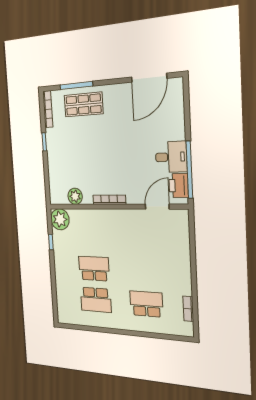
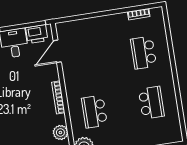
door: (157, 207) -> (57, 51), hinge flipped
school desk: (94, 269) -> (94, 112), moved

